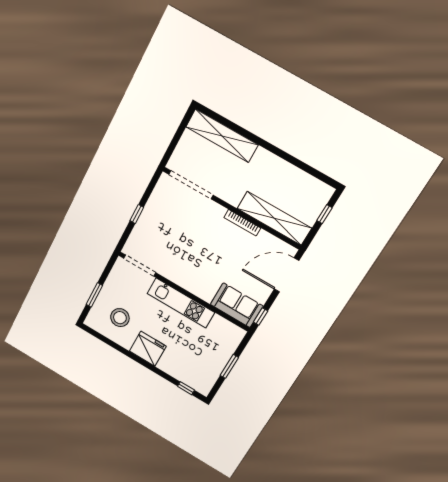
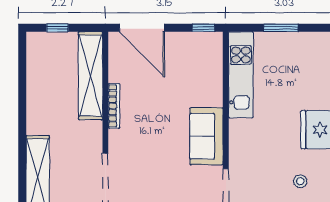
kitchen unit: (181, 303) -> (241, 75), moved
sofa: (237, 305) -> (206, 136), moved
stool: (120, 318) -> (300, 181), width x0.53, depth x0.53

